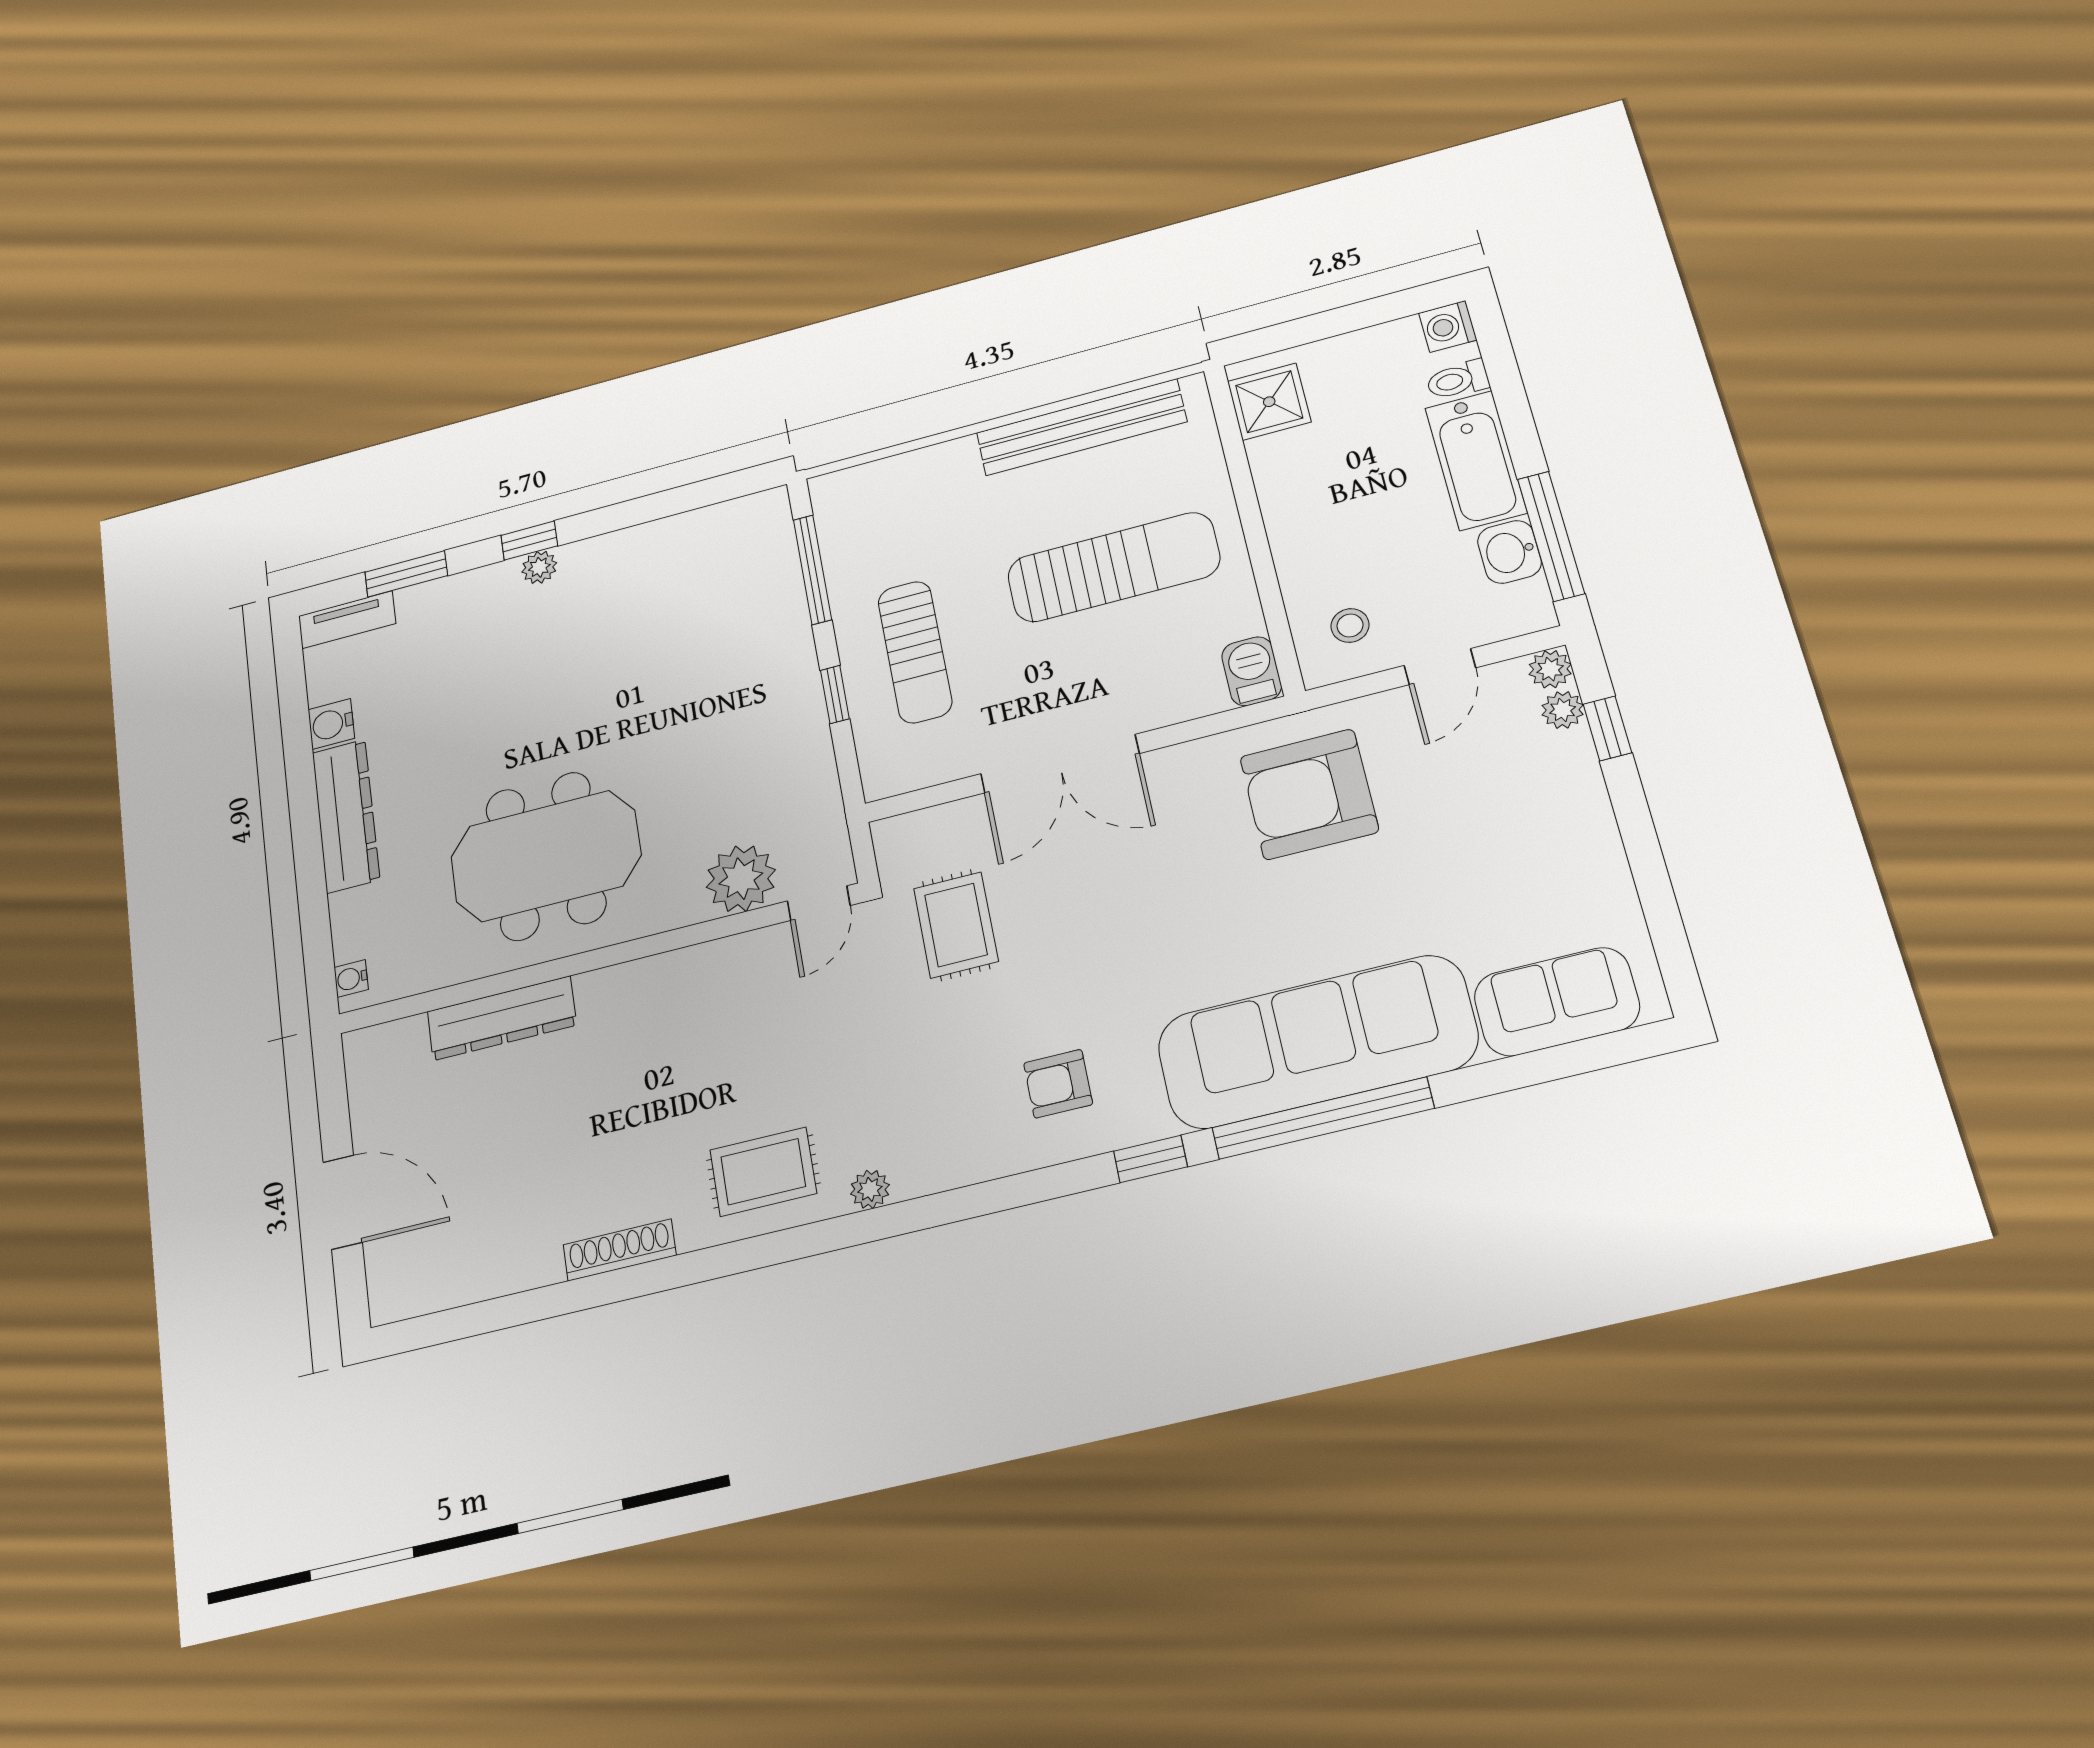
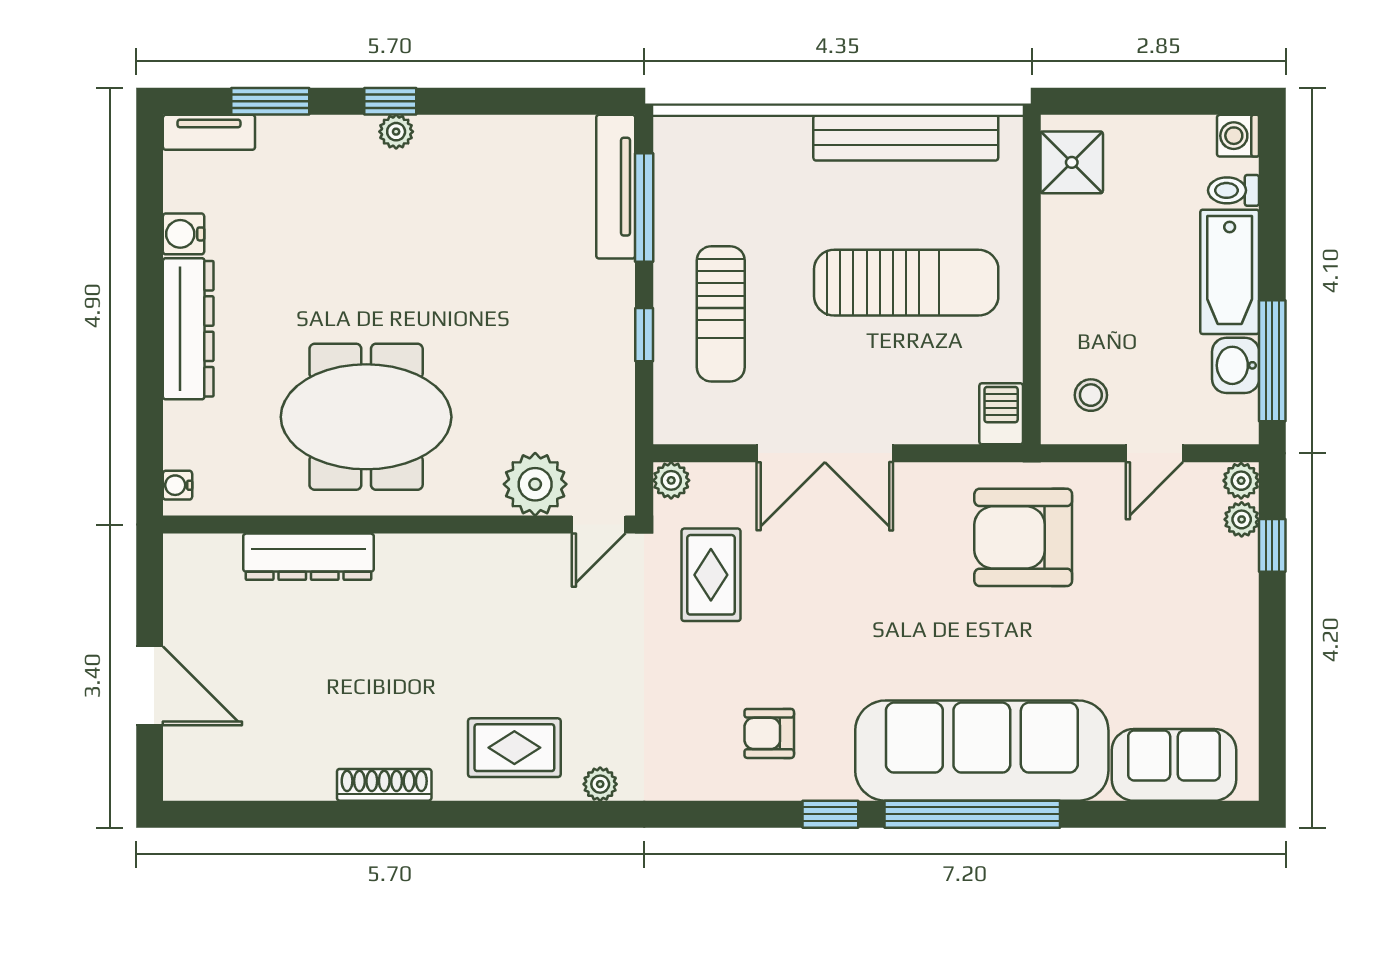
tv unit: (778, 558) -> (616, 187), added
plant: (892, 836) -> (671, 480), added

